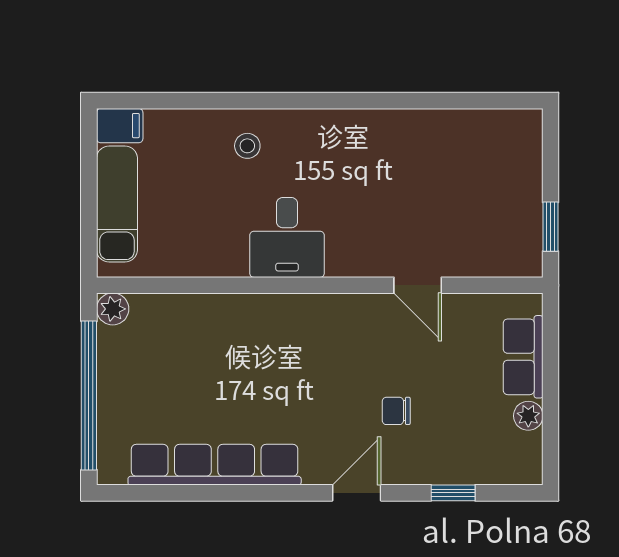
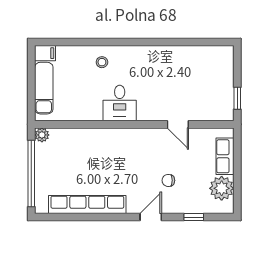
plant: (528, 416) -> (222, 188), width x1.87, depth x1.87

